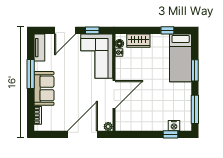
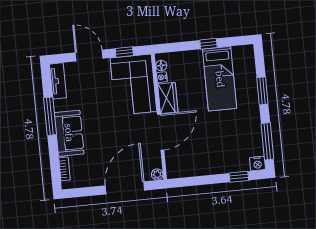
door: (65, 30) -> (89, 55), swing flipped
window: (167, 30) -> (208, 44), moved
wardrobe: (138, 41) -> (168, 98), moved, turned -90
bed: (181, 58) -> (220, 79), moved
nightstand: (174, 126) -> (258, 164), moved

